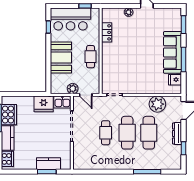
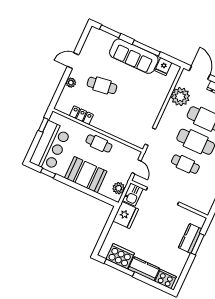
cafe table: (138, 38) -> (102, 85), added
plant: (73, 89) -> (119, 188), moved
door: (86, 95) -> (136, 167), hinge flipped

